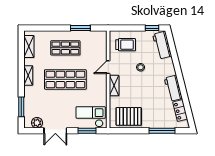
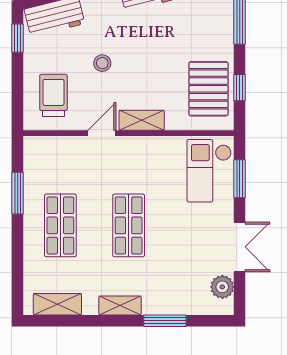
door: (108, 67) -> (102, 133), swing flipped
shop shelf: (65, 79) -> (129, 225), width x0.70, depth x0.74
window: (21, 107) -> (165, 321), moved
window: (129, 131) -> (240, 88), added

